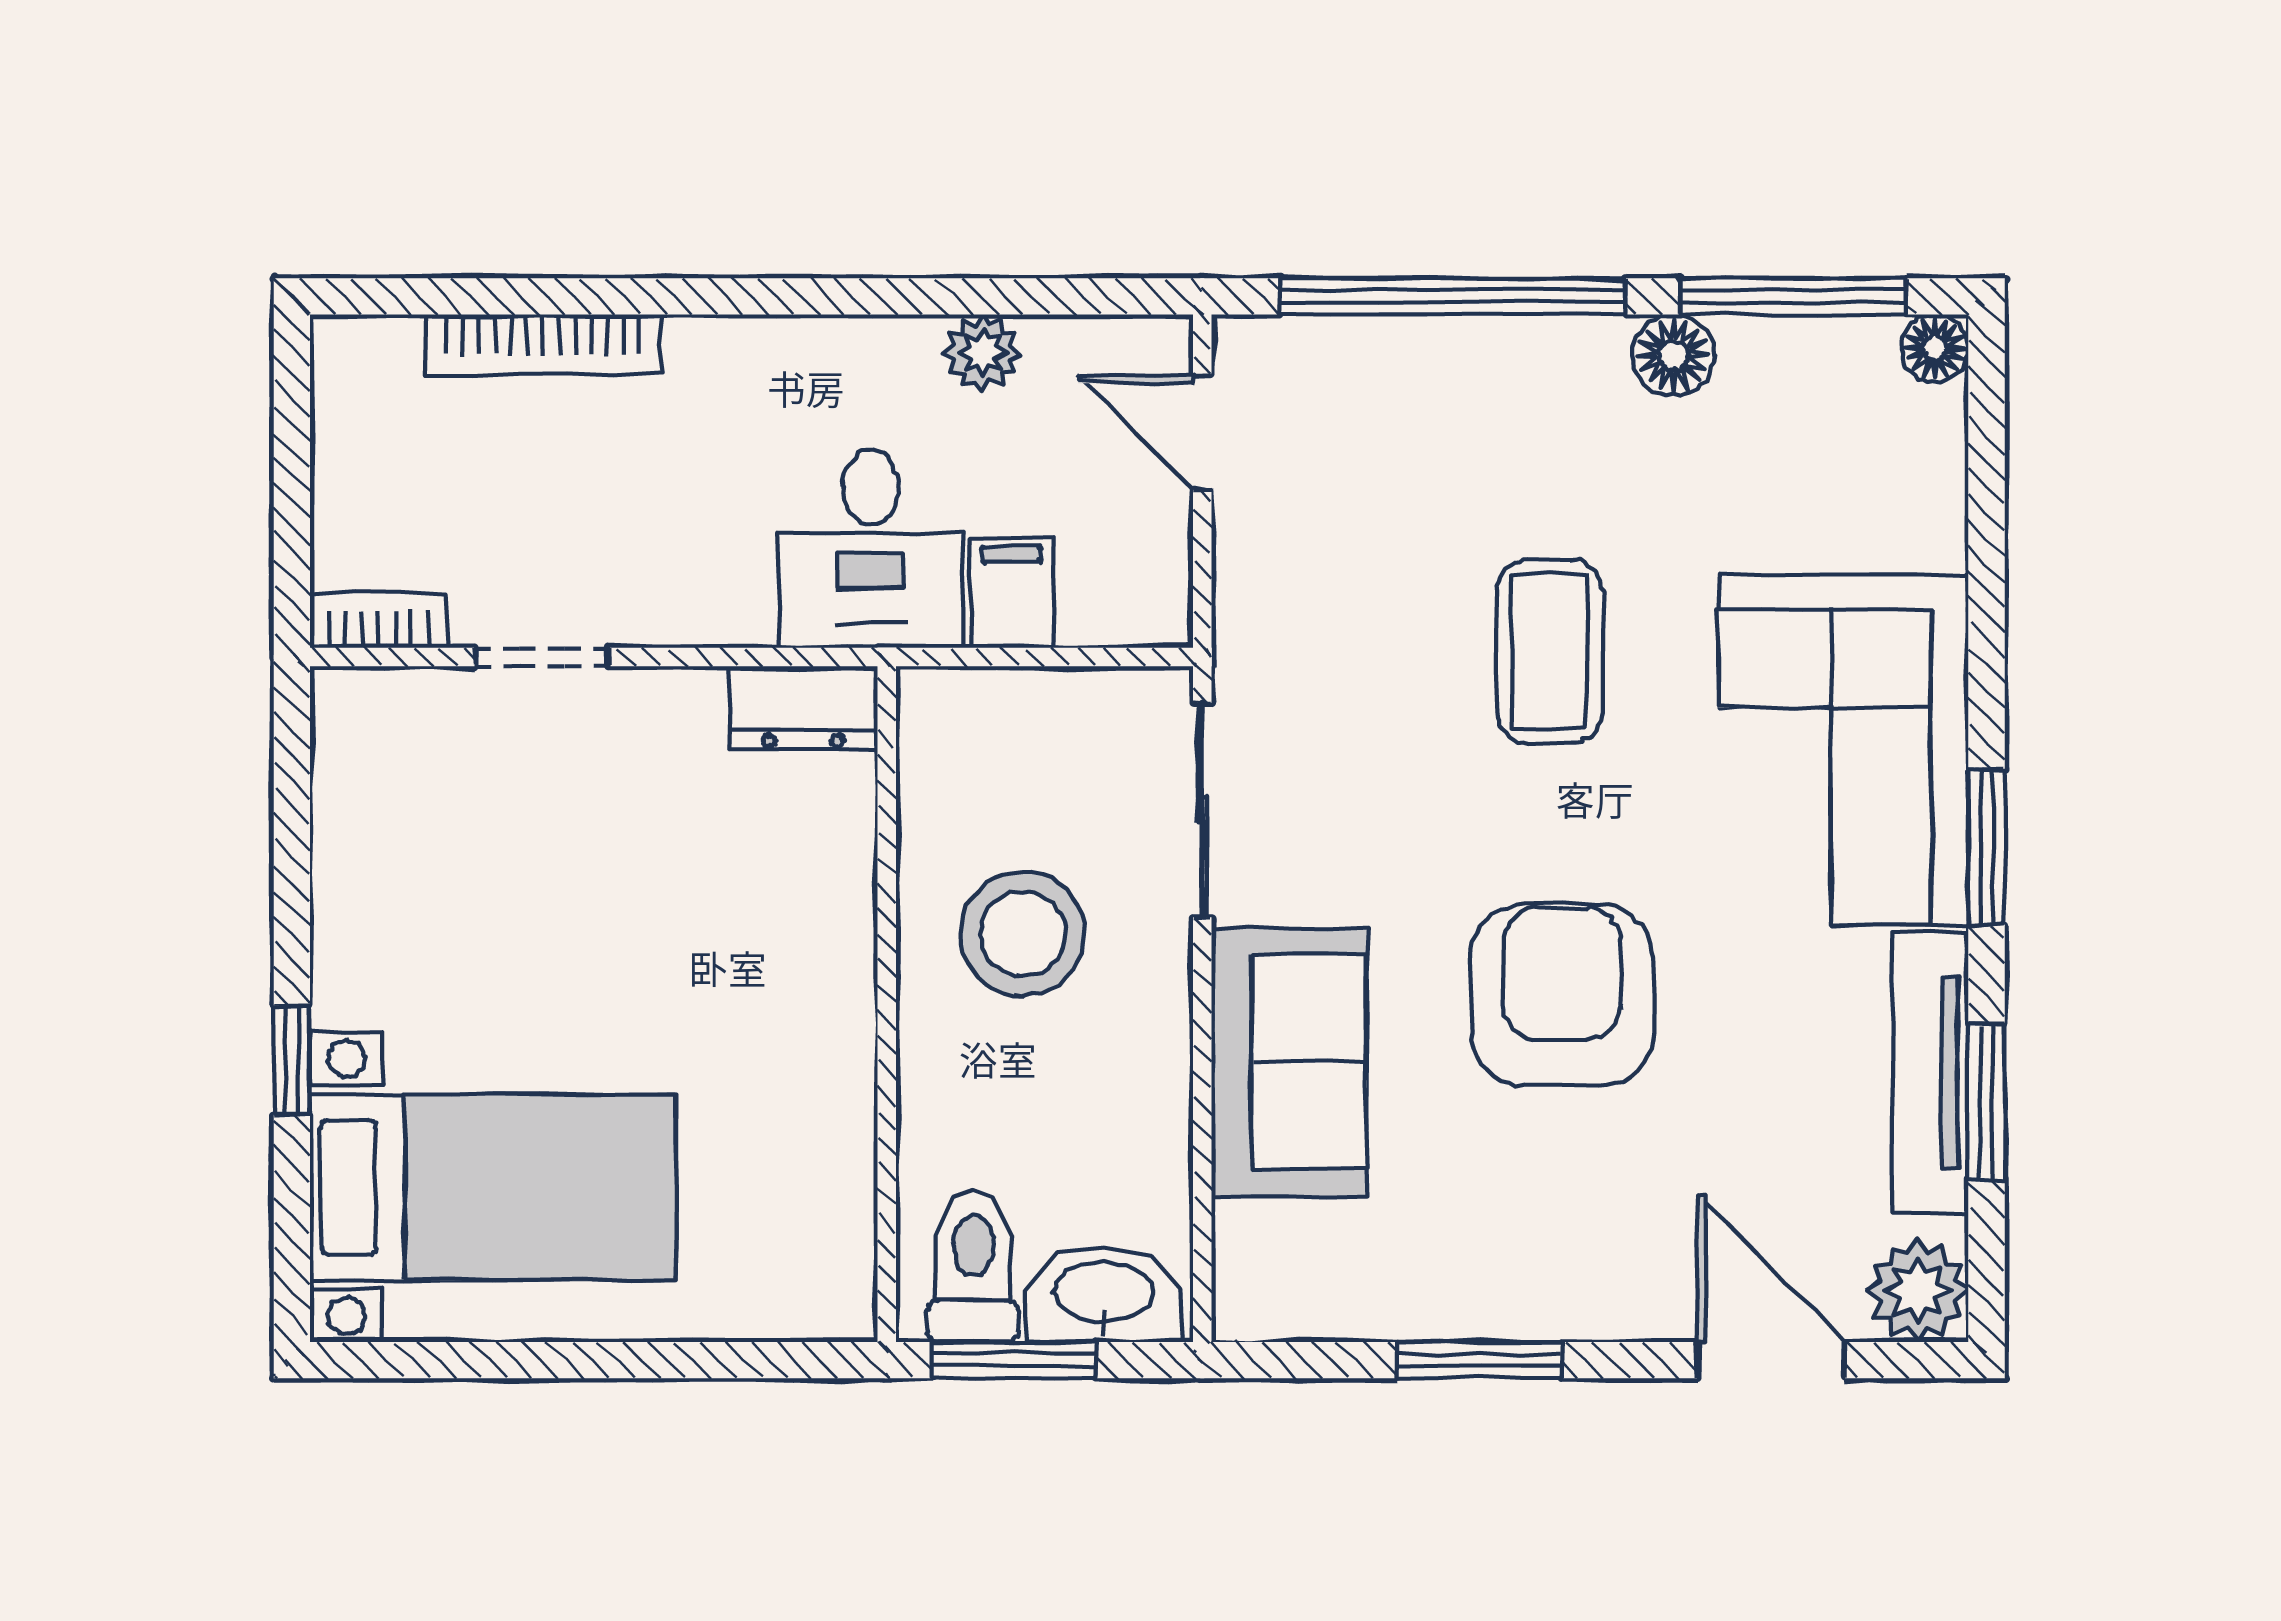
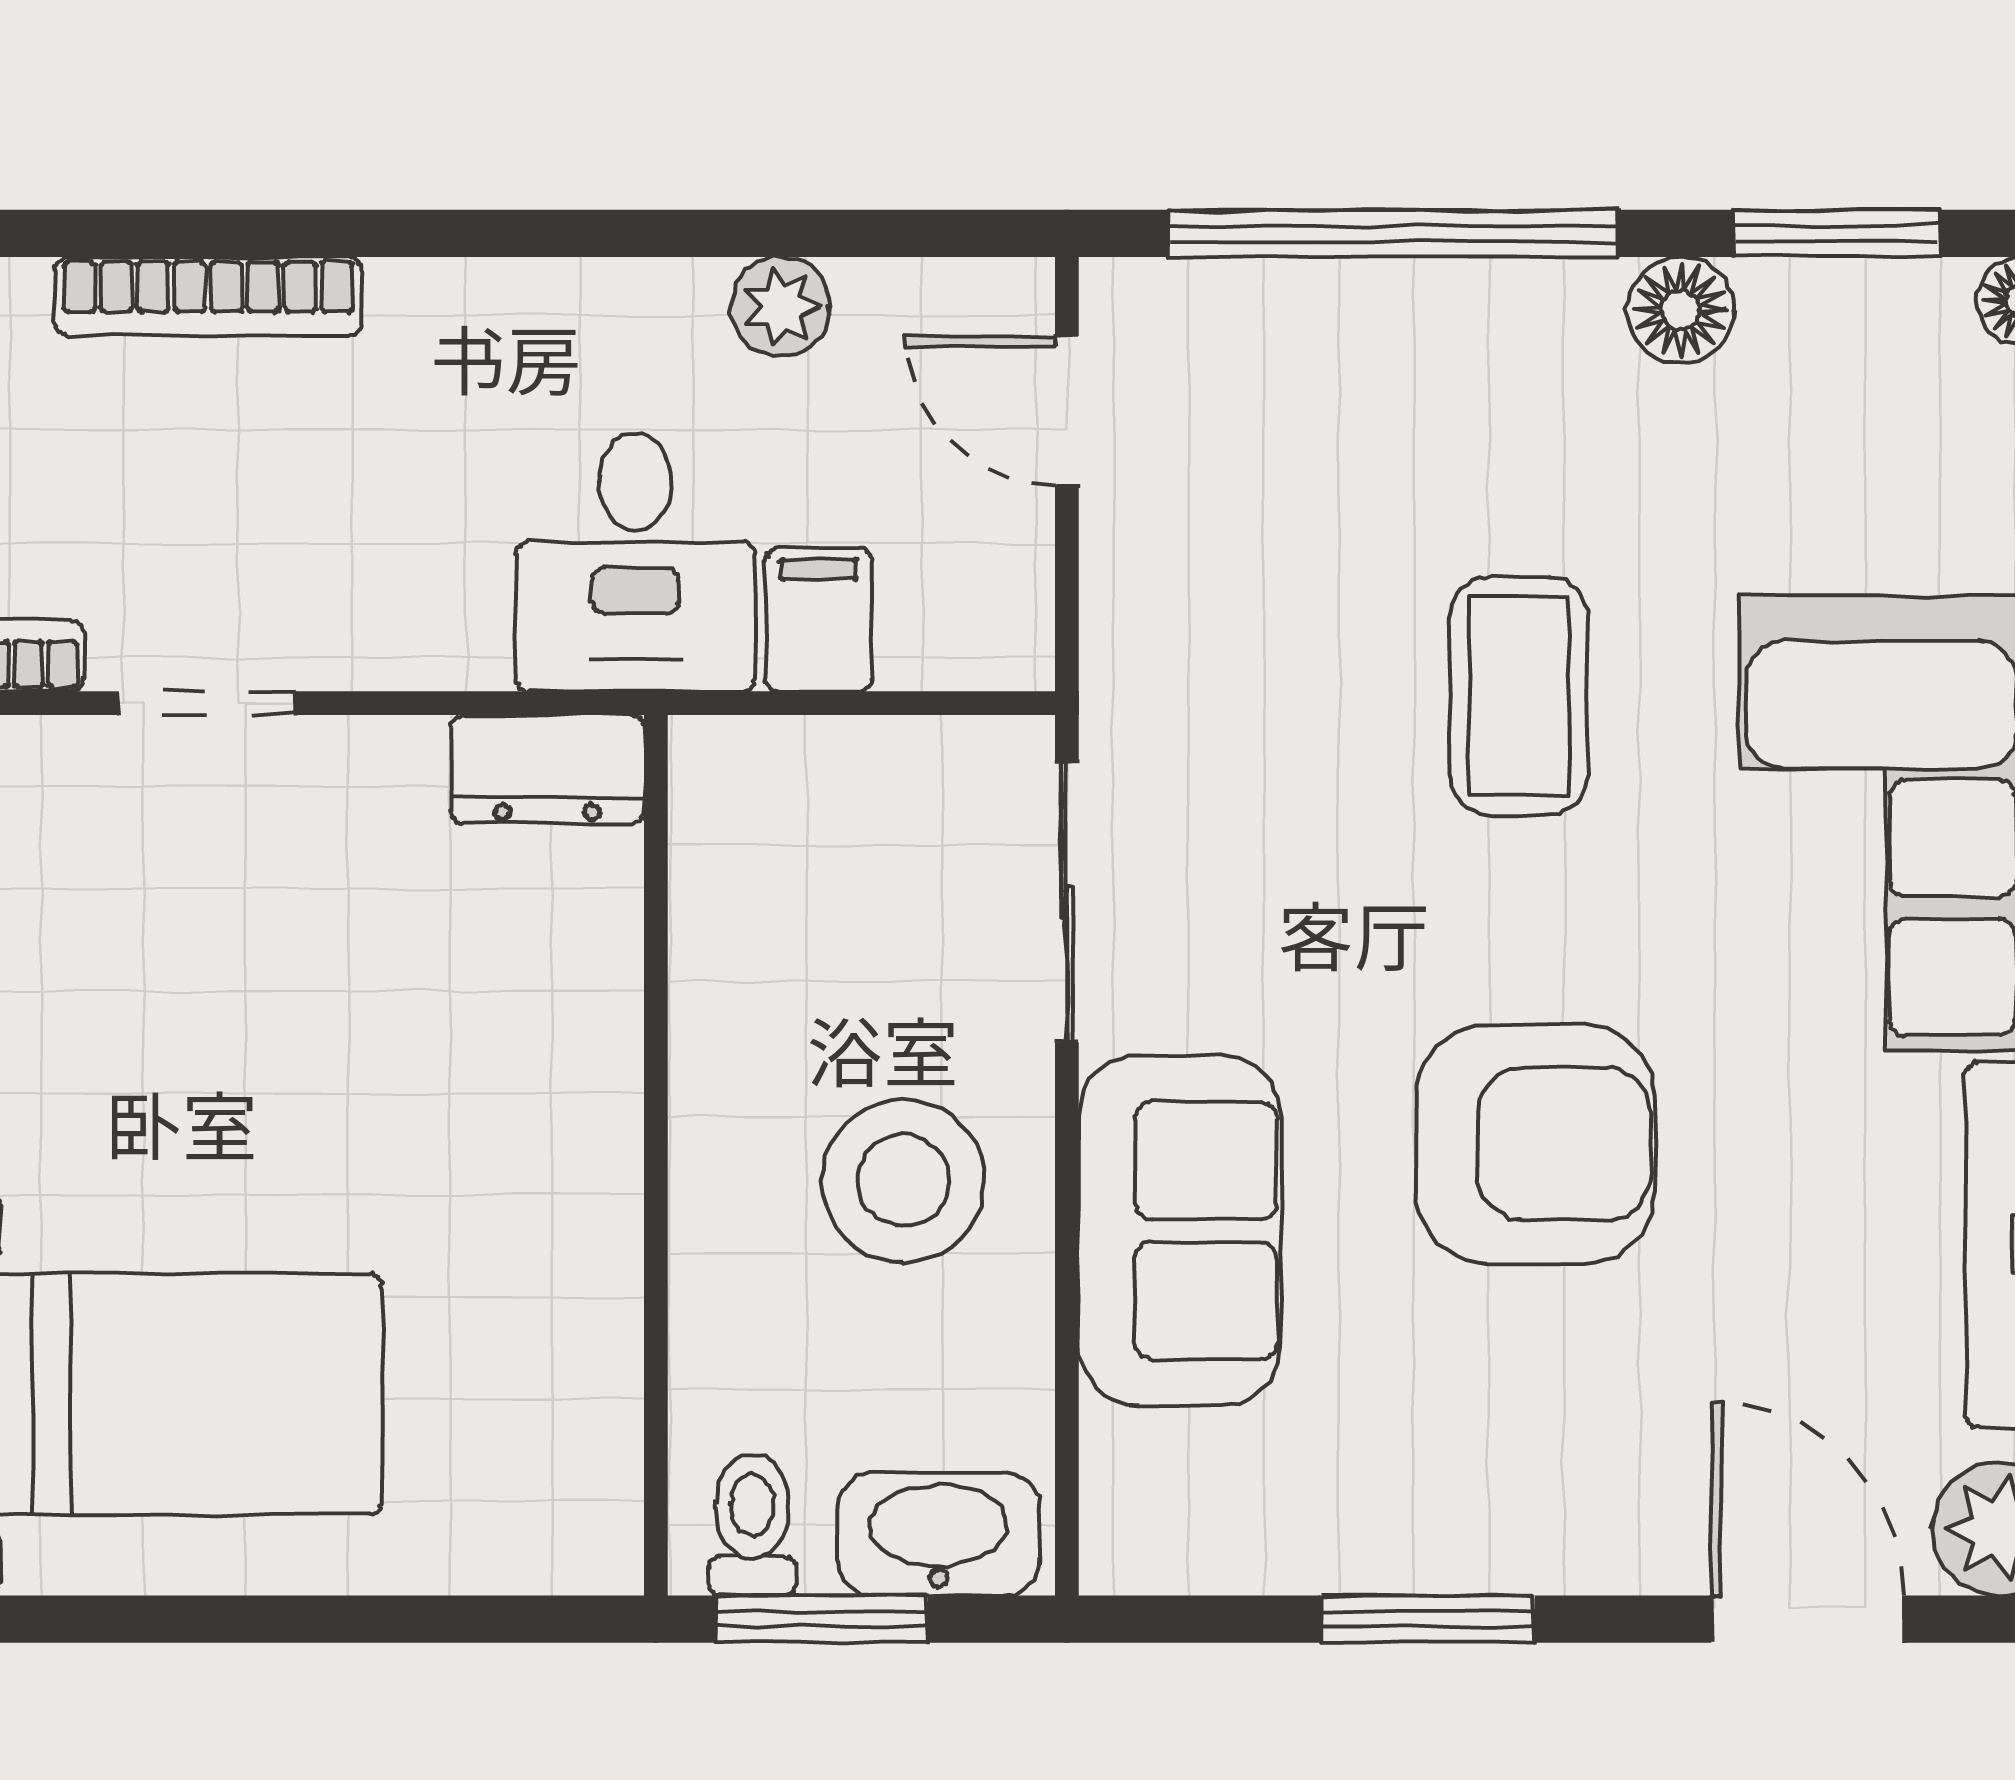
window: (1793, 296) -> (1837, 233), width x0.69
stool: (1022, 934) -> (903, 1181), moved
armchair: (1562, 995) -> (1536, 1144), turned 90
toilet: (973, 1267) -> (752, 1525), width x0.73, depth x0.72

